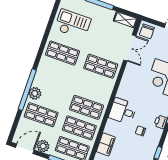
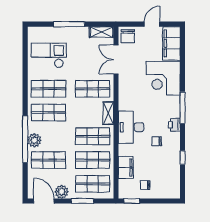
double door: (130, 48) -> (116, 60), swing flipped
shop shelf: (55, 74) -> (48, 113), added
shelving: (107, 92) -> (108, 113), added
desk: (123, 111) -> (131, 127), width x1.37
door: (25, 149) -> (44, 201), hinge flipped

